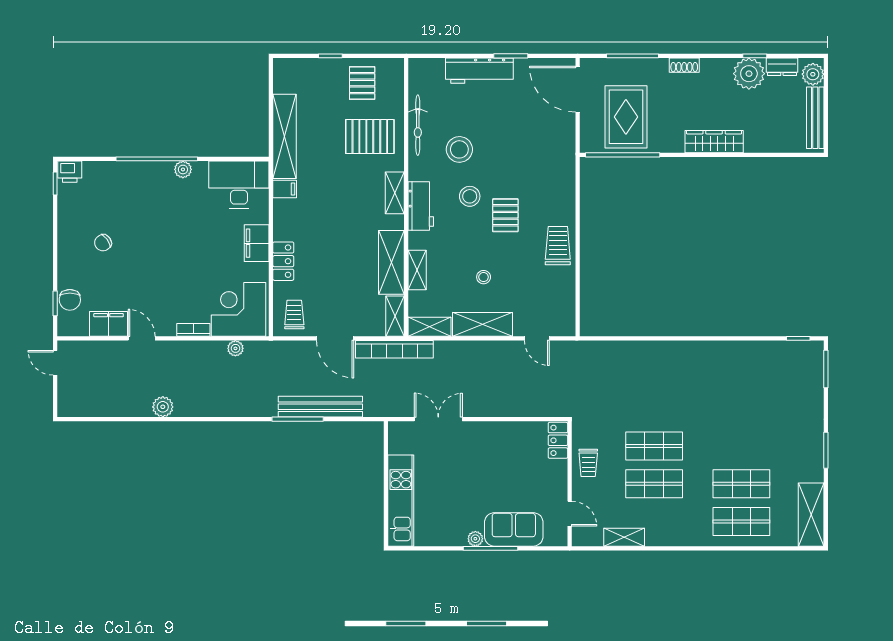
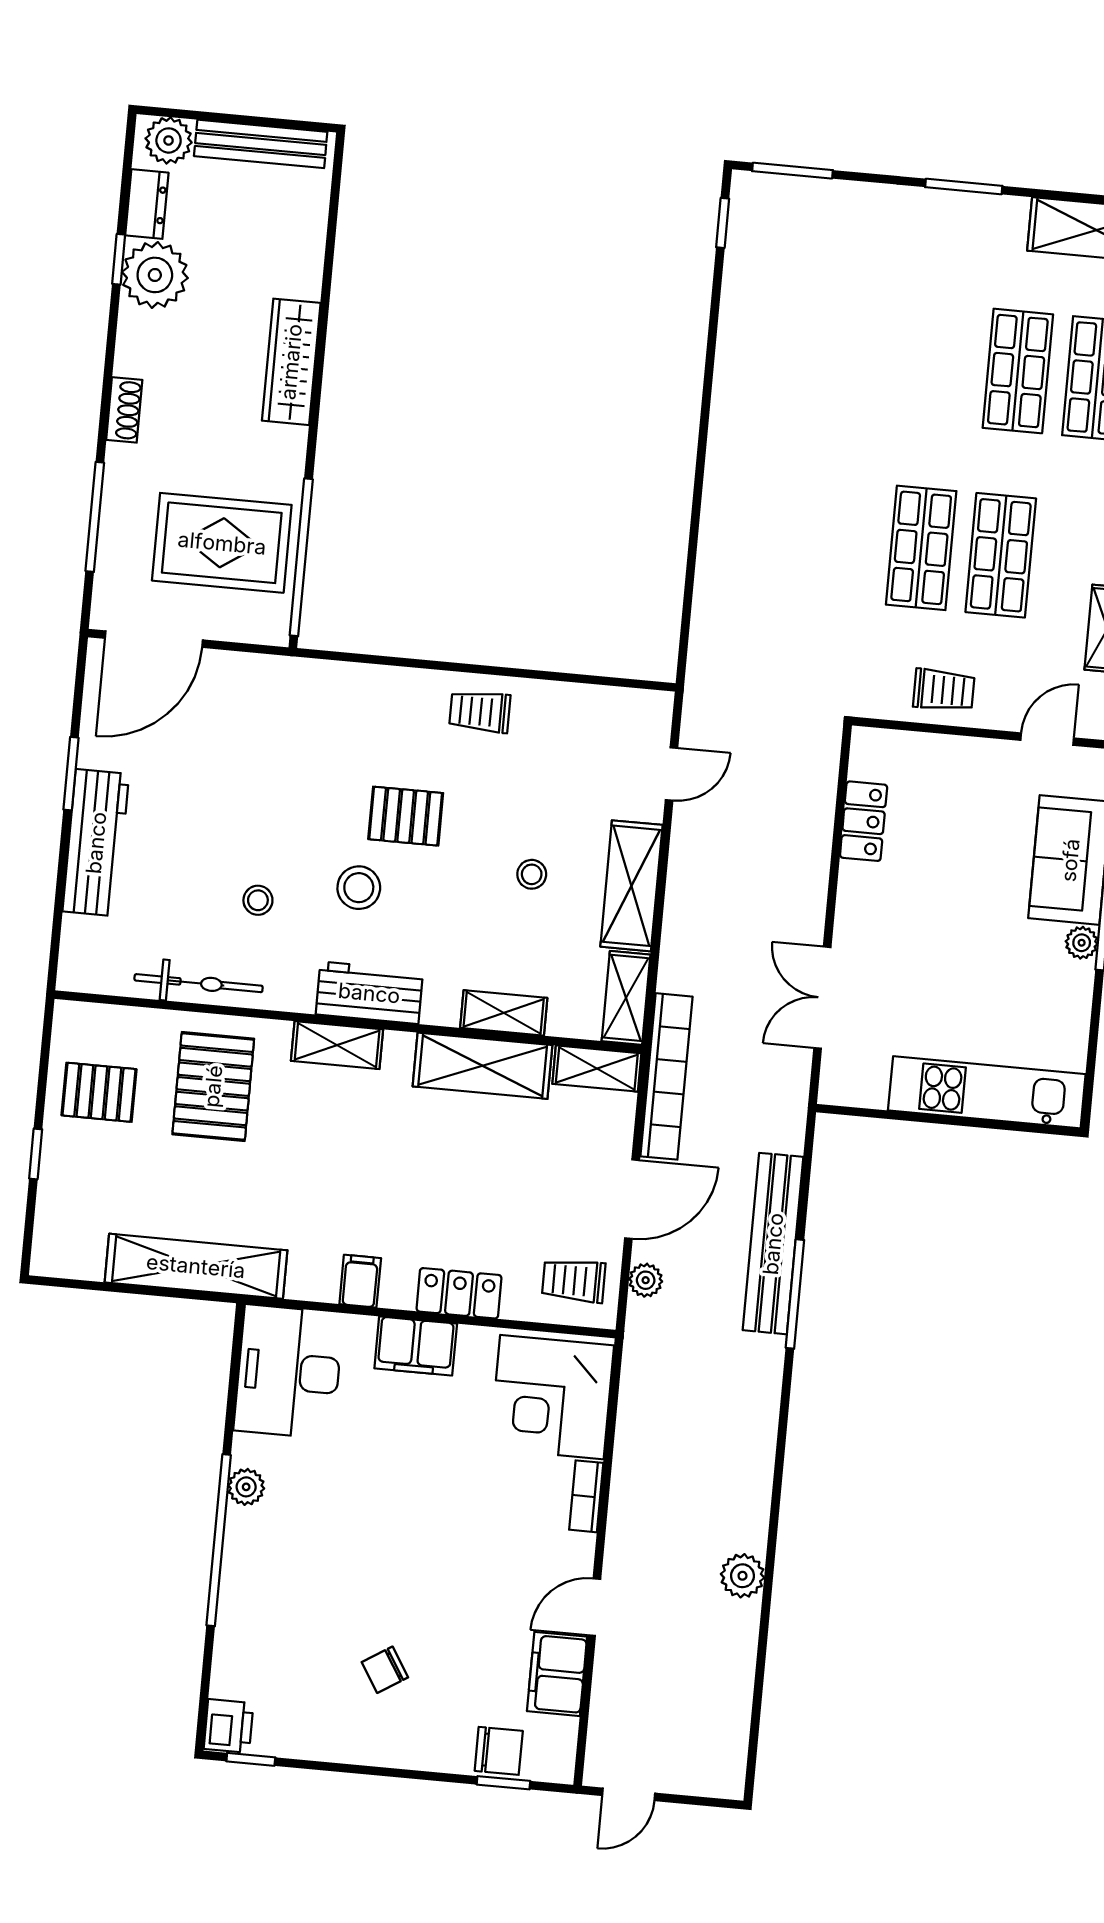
stool: (459, 149) -> (258, 900), width x0.53, depth x0.53
filing cabinet: (285, 189) -> (360, 1281), moved
chair: (103, 243) -> (385, 1670), turned 93
trolley: (558, 246) -> (480, 712), width x0.73, depth x0.72
plant: (235, 348) -> (646, 1280), moved
locker: (558, 440) -> (864, 821), moved, turned -90

